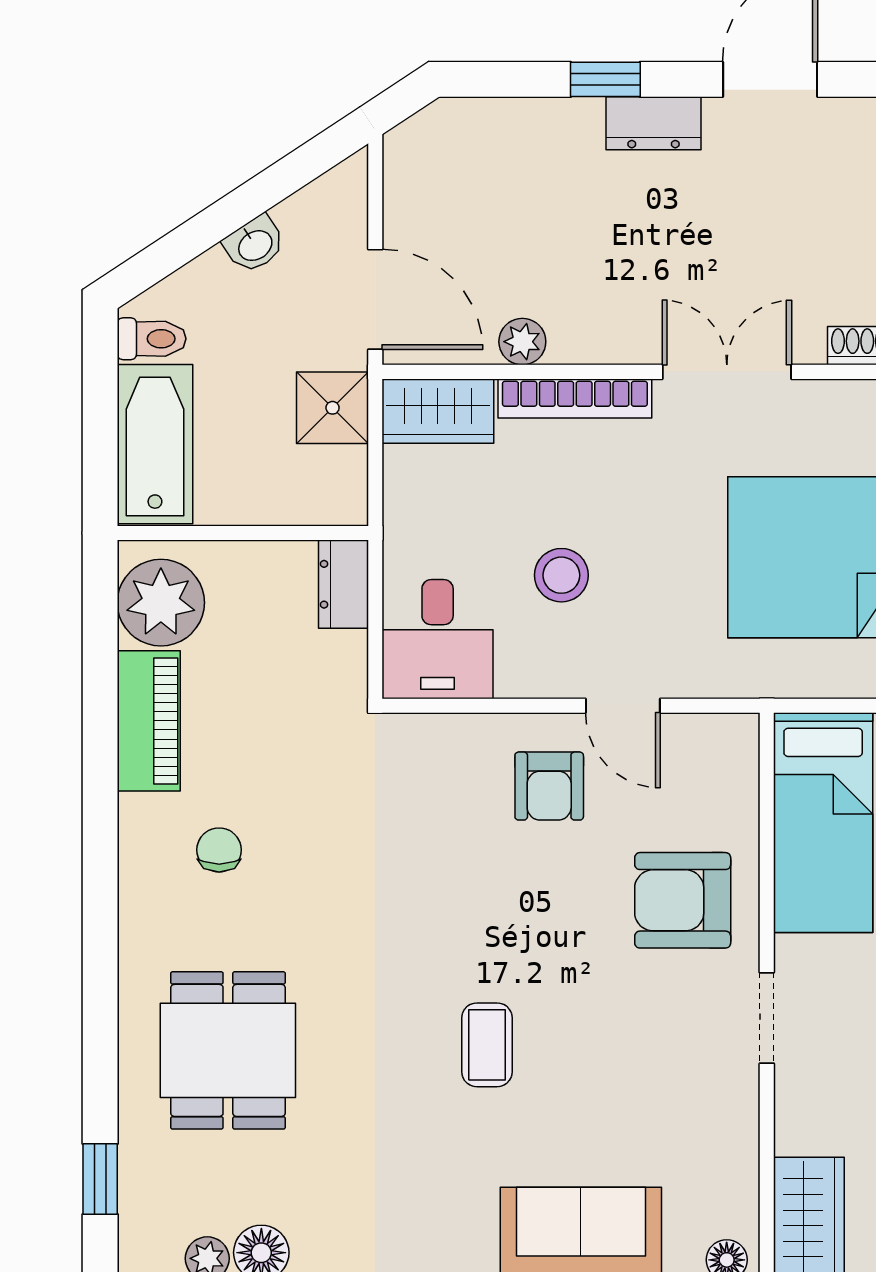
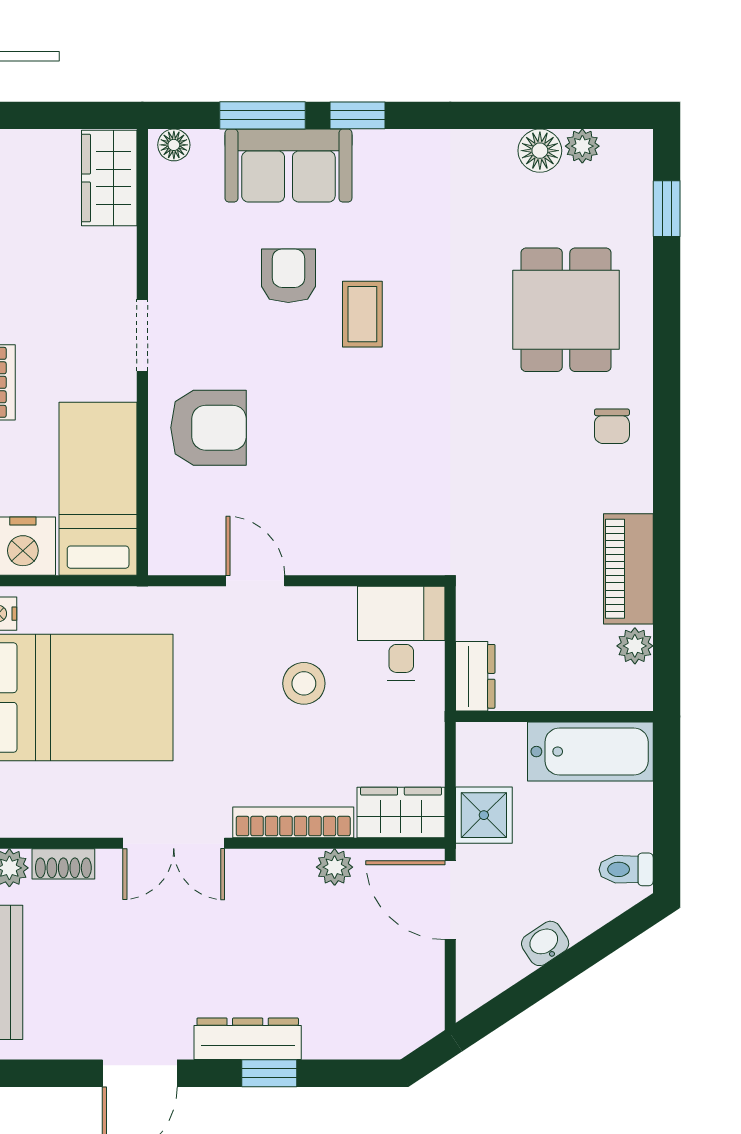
dresser: (654, 123) -> (248, 1039), width x1.44
bathtub: (155, 444) -> (590, 752), moved, turned -90
plant: (161, 603) -> (635, 646), width x0.53, depth x0.53
armchair: (549, 786) -> (288, 276), moved
chair: (219, 850) -> (612, 426), moved

